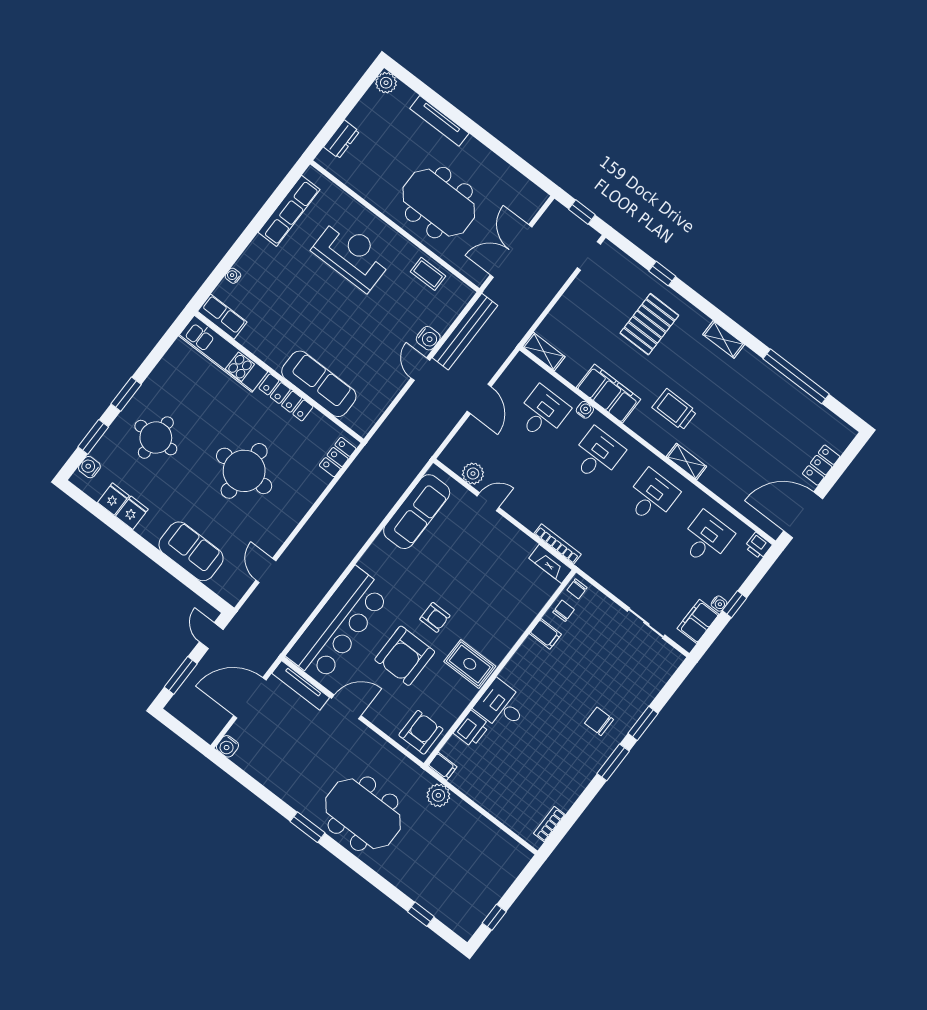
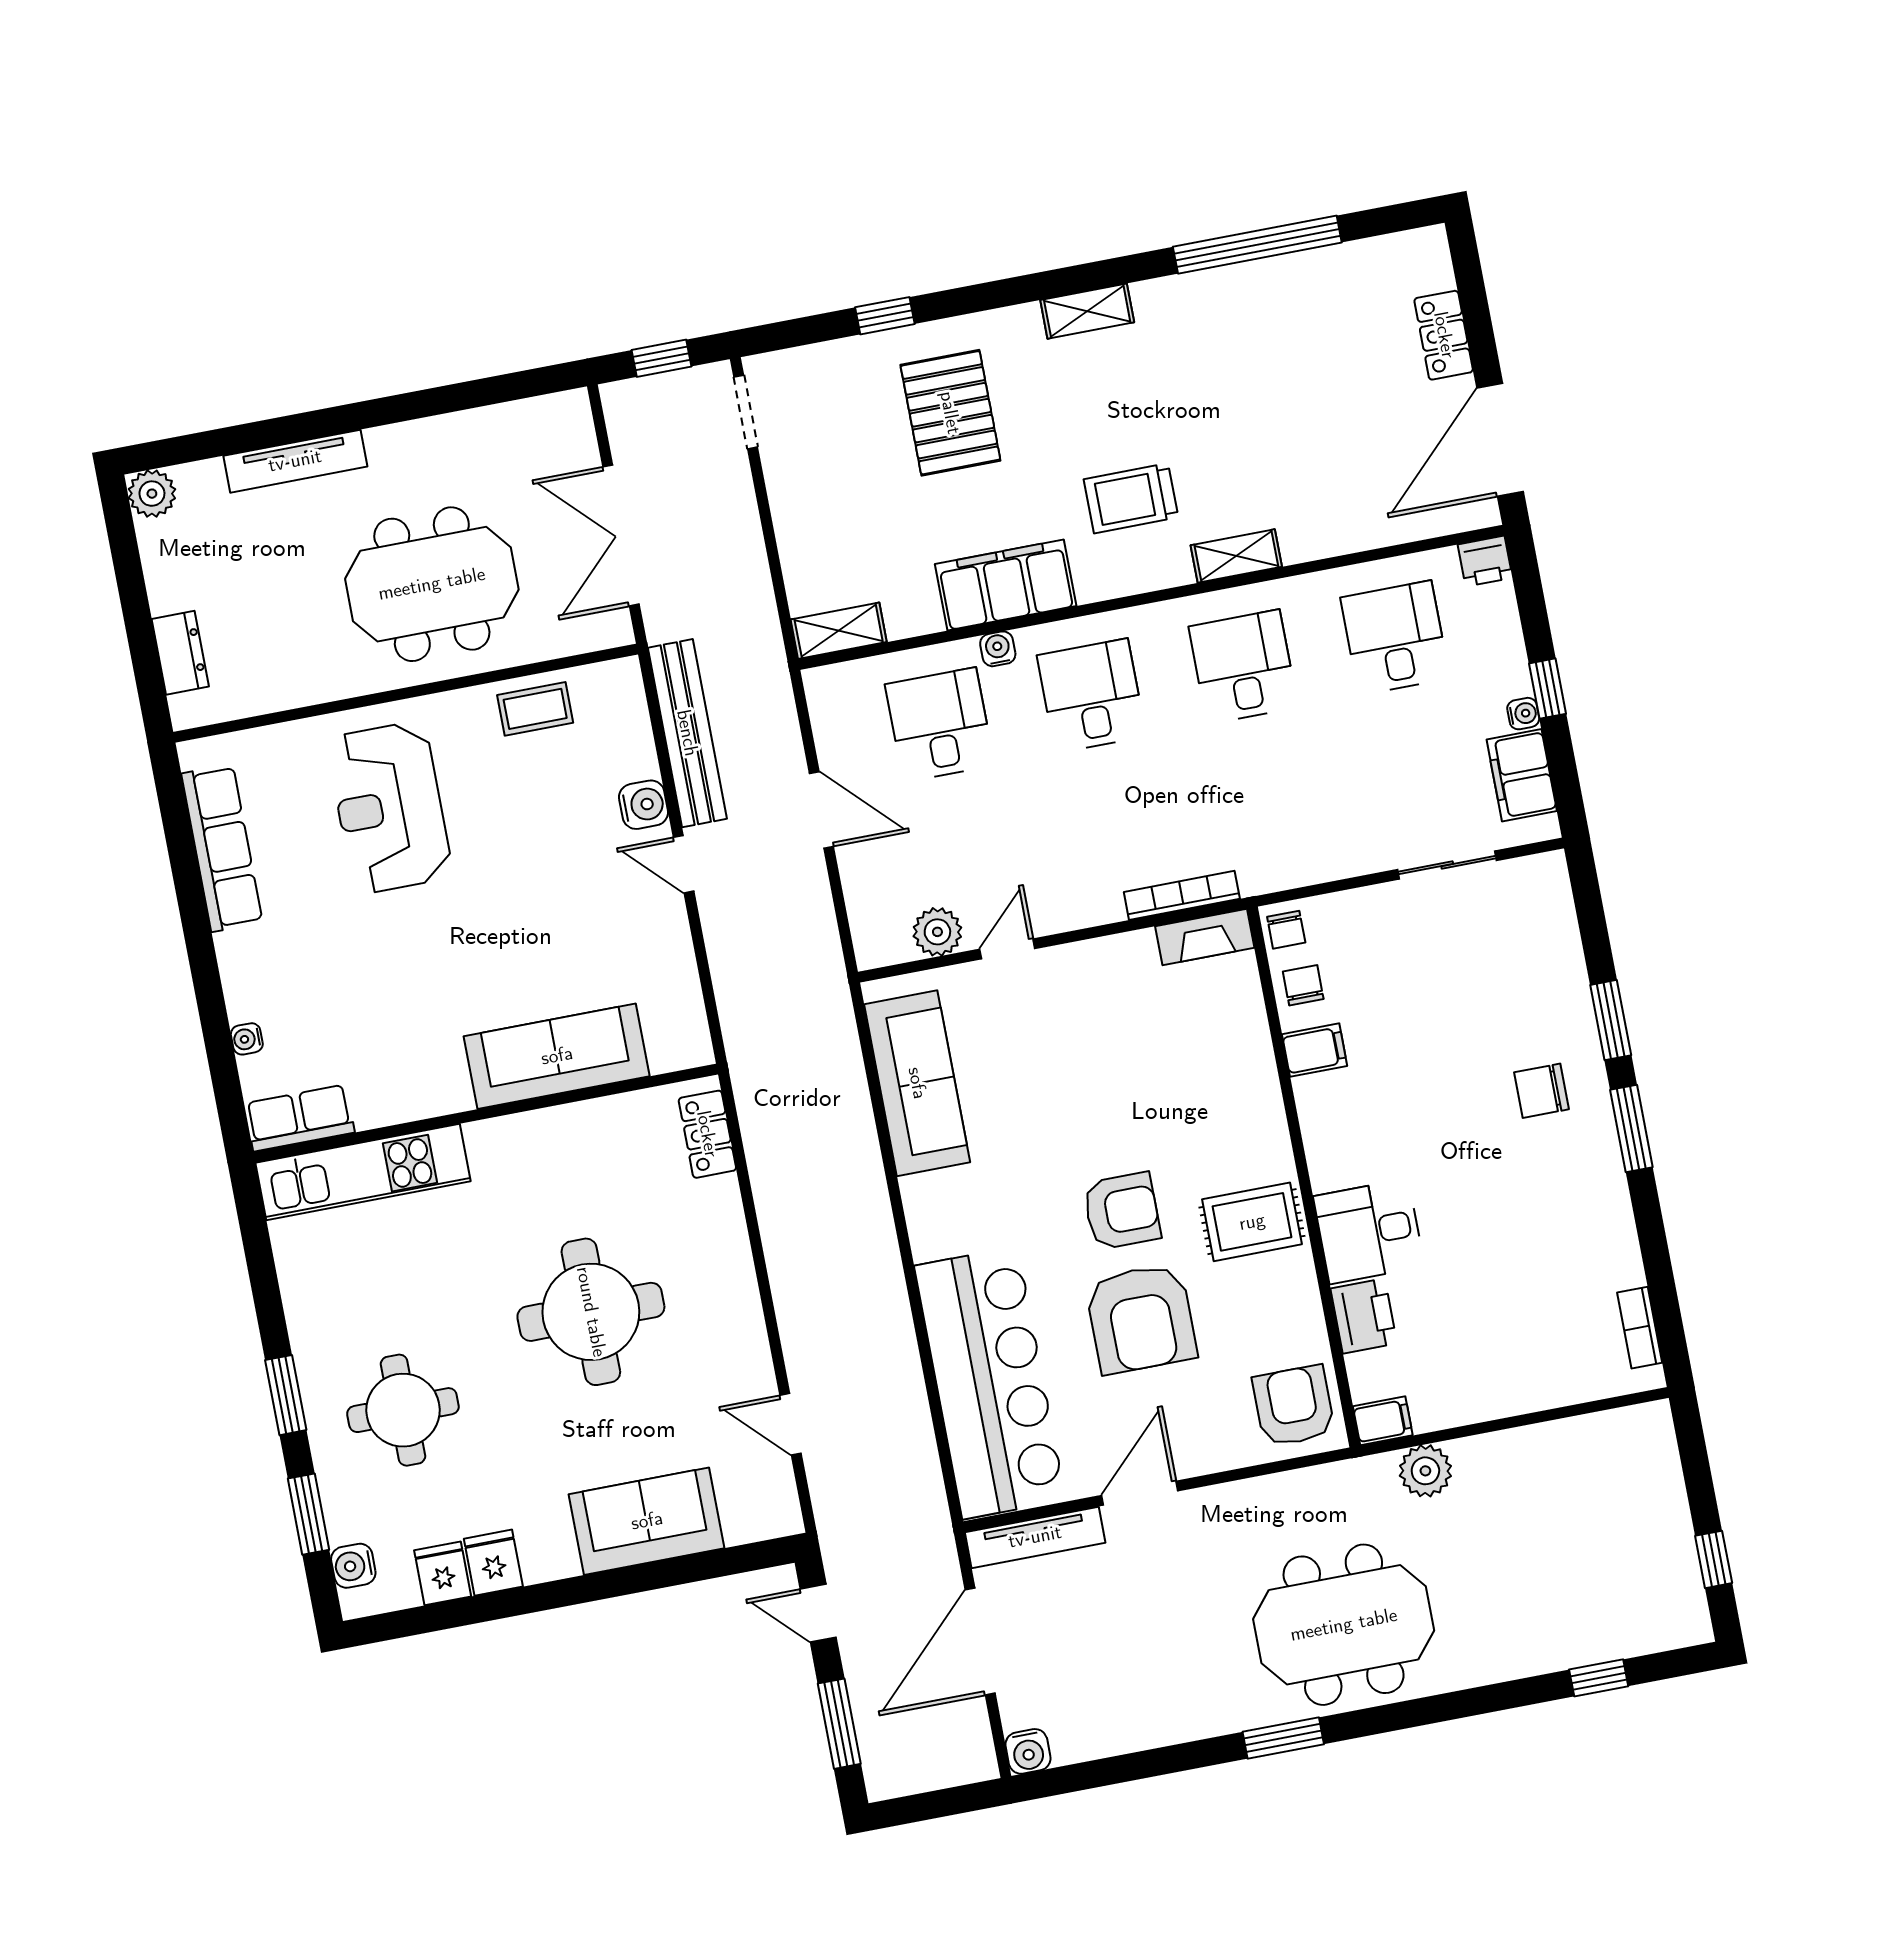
reception desk: (352, 255) -> (390, 808), turned -90
locker: (286, 397) -> (530, 1132), removed
armchair: (435, 617) -> (1122, 1211), width x1.38, depth x1.38

